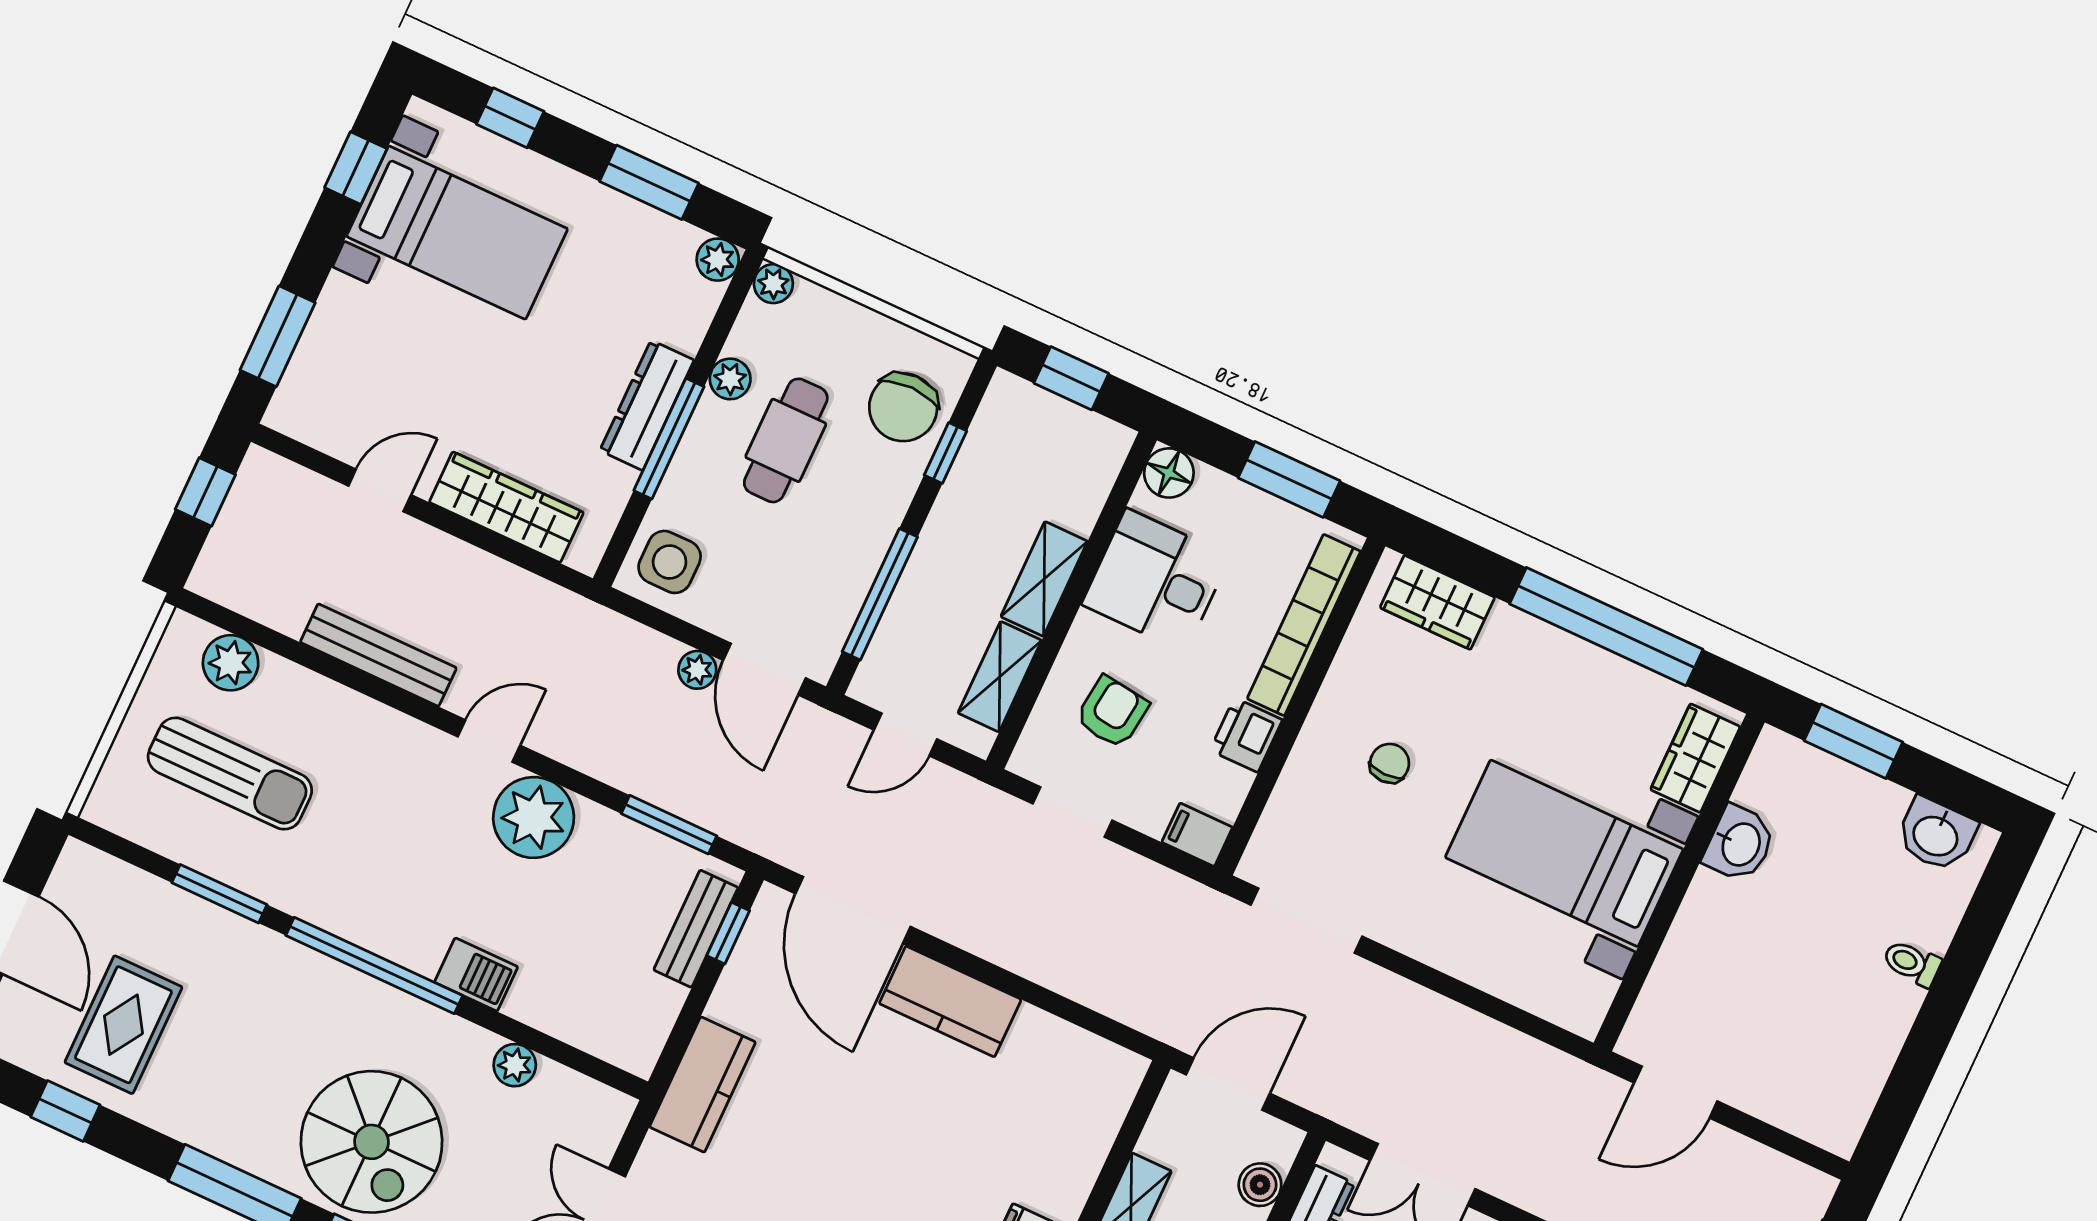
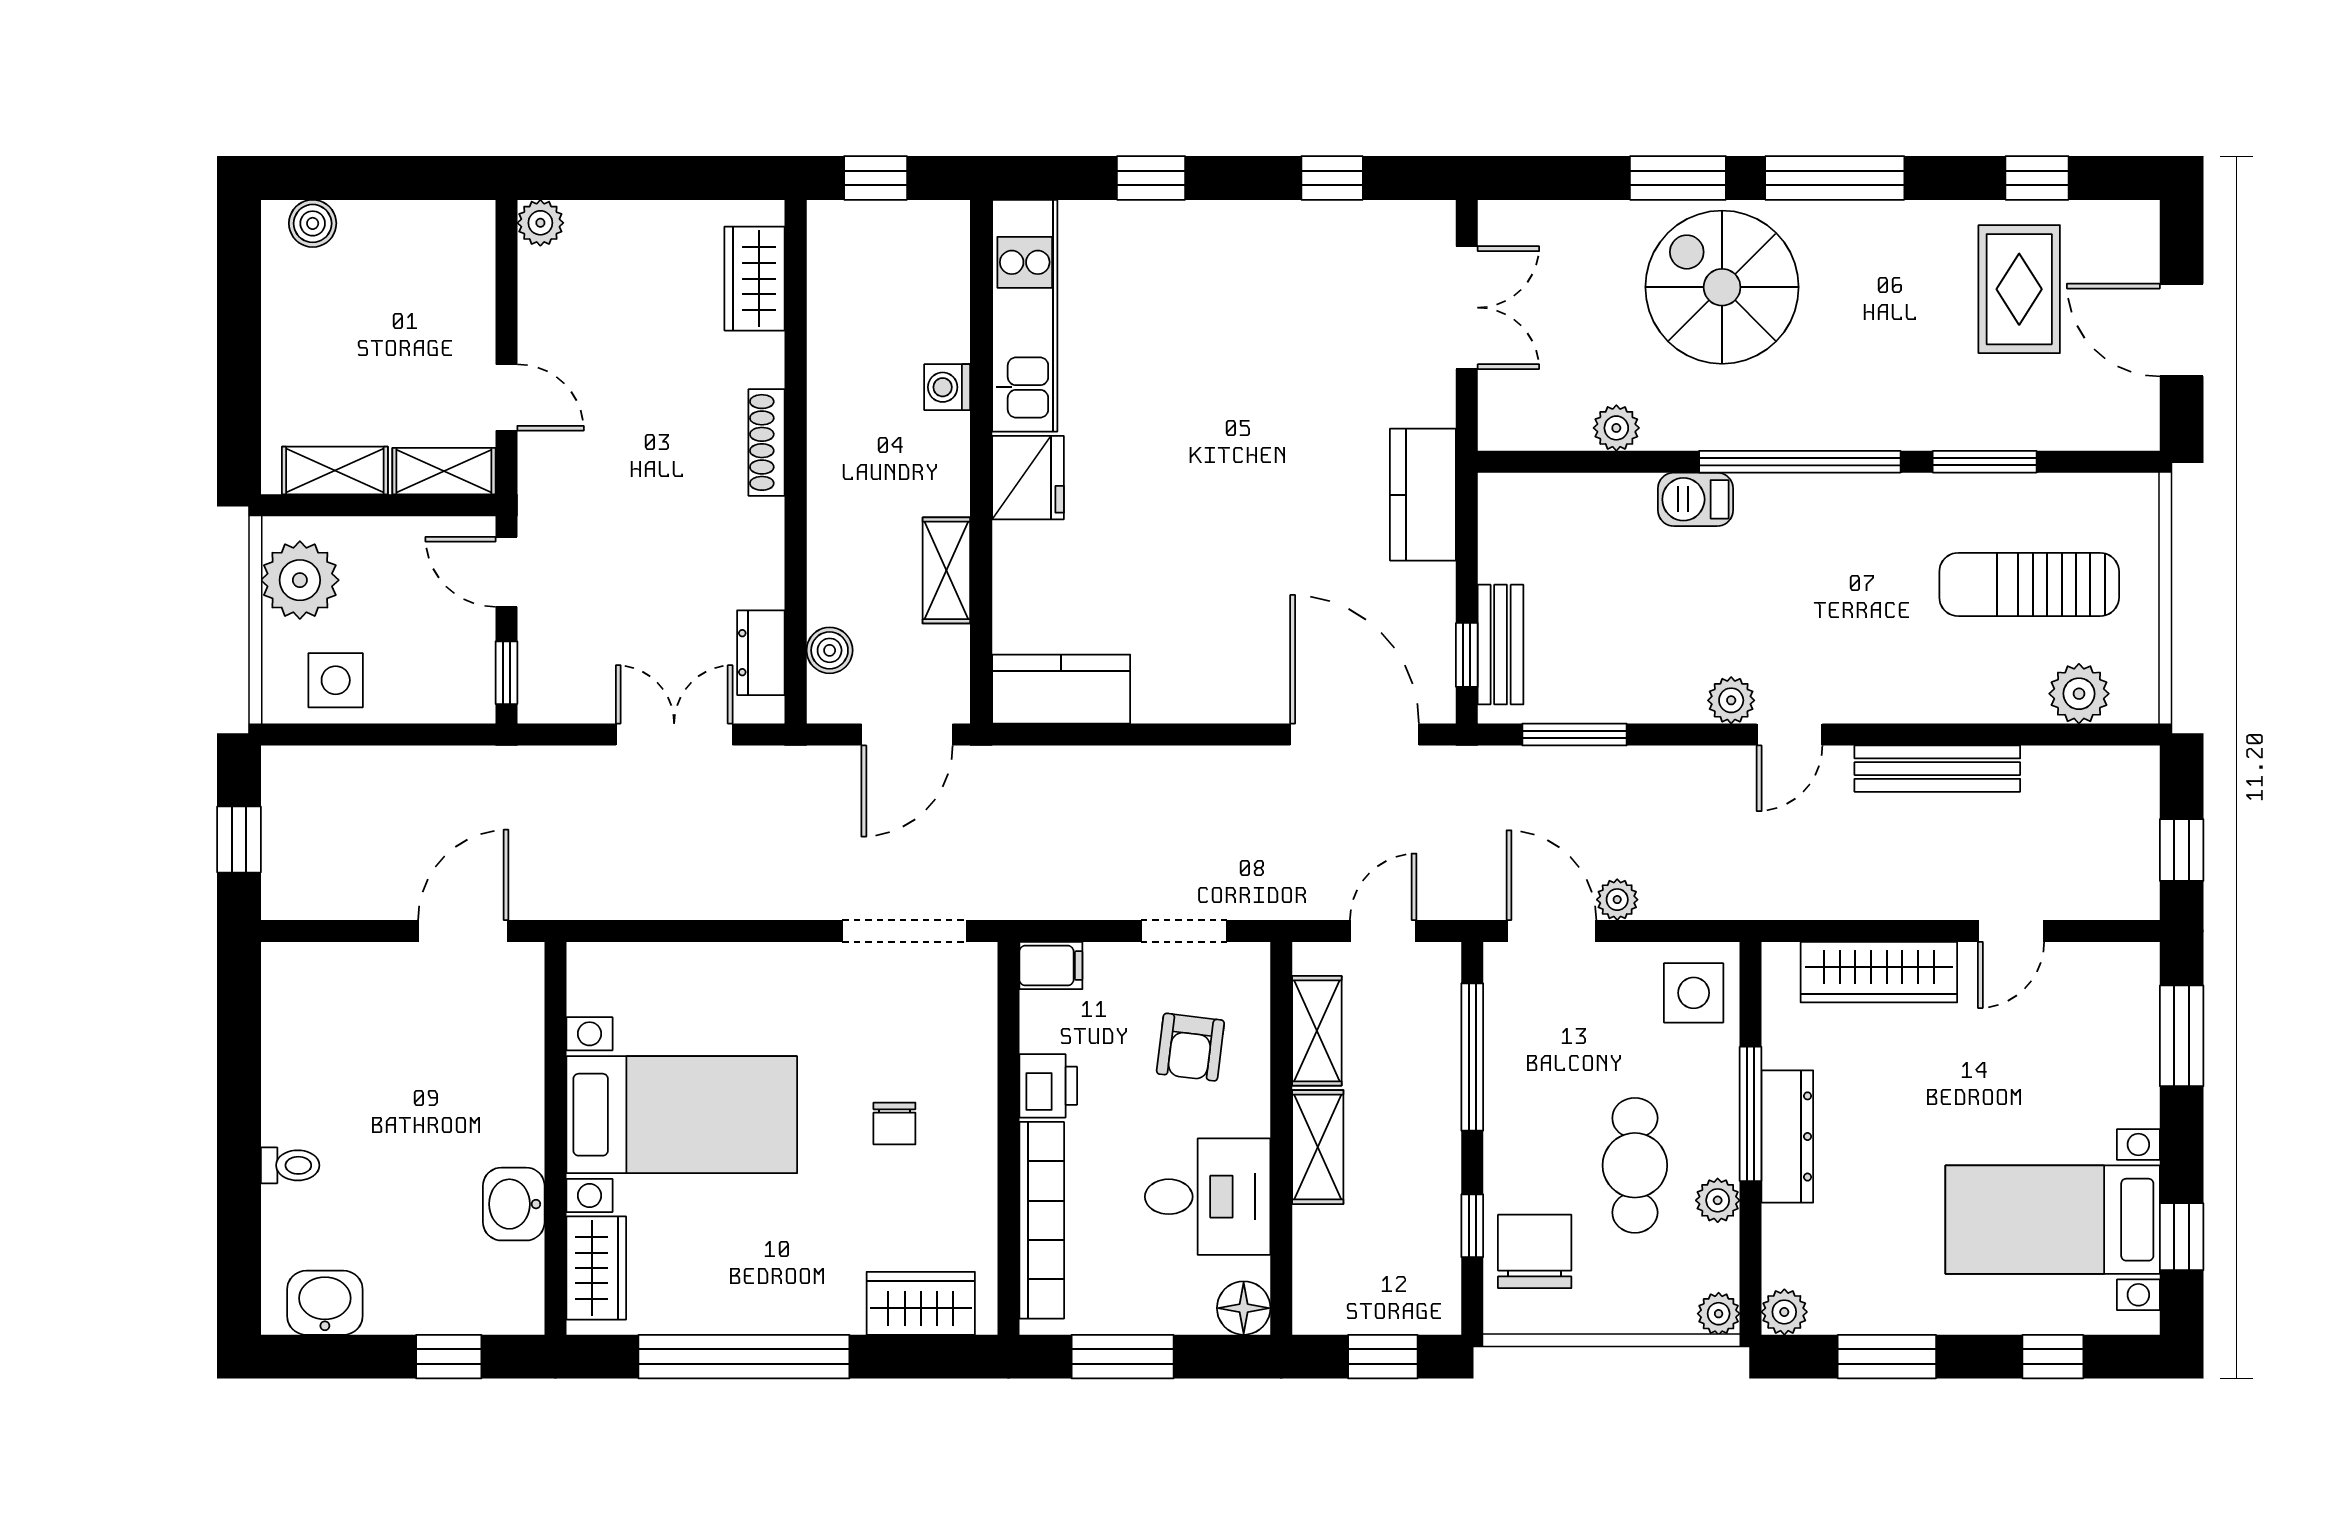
window: (1853, 741) -> (449, 1357), width x0.67
plant: (534, 817) -> (1731, 700), width x0.53, depth x0.53
kitchen counter: (950, 1001) -> (1061, 689), moved

